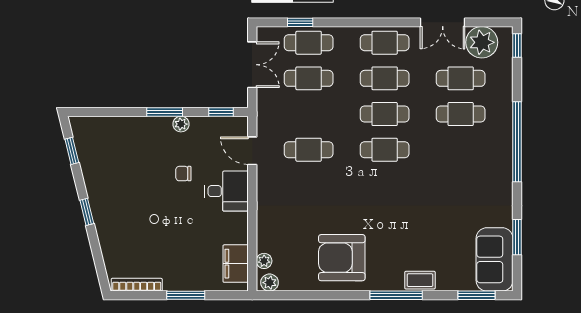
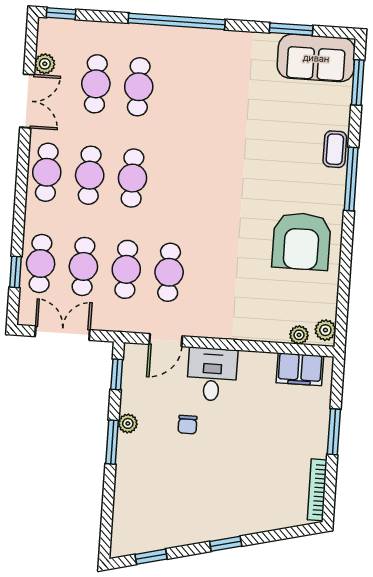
plant: (482, 42) -> (45, 64), width x0.53, depth x0.53
cafe table: (385, 150) -> (126, 269), moved

